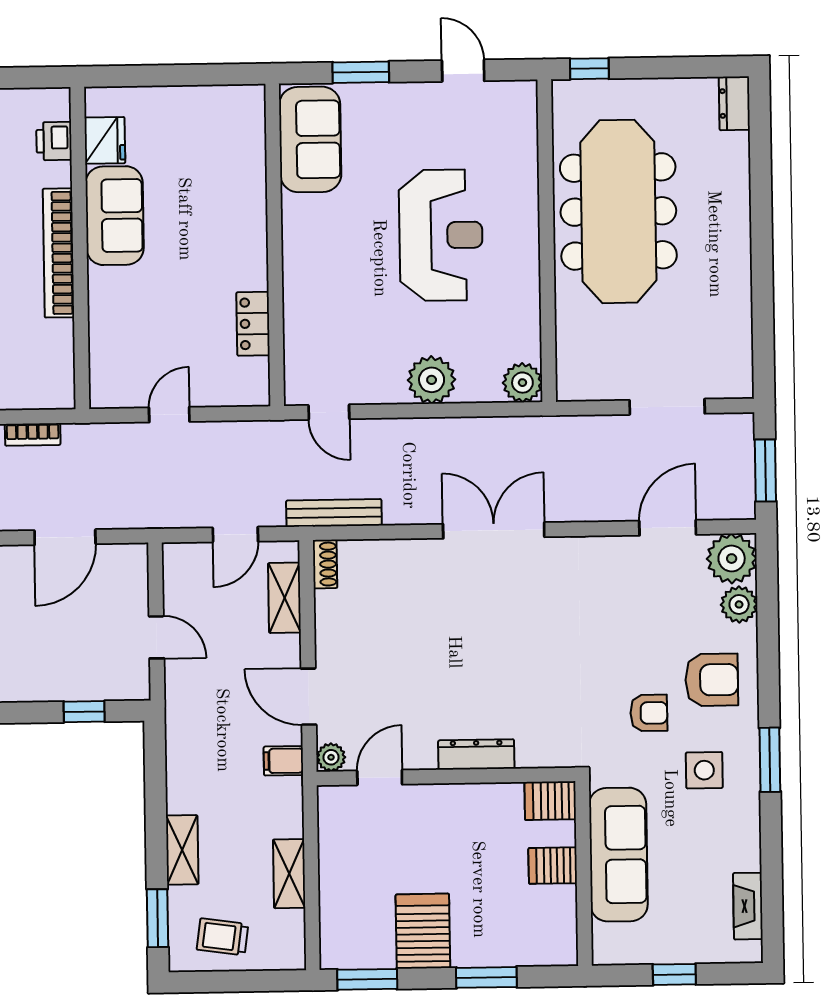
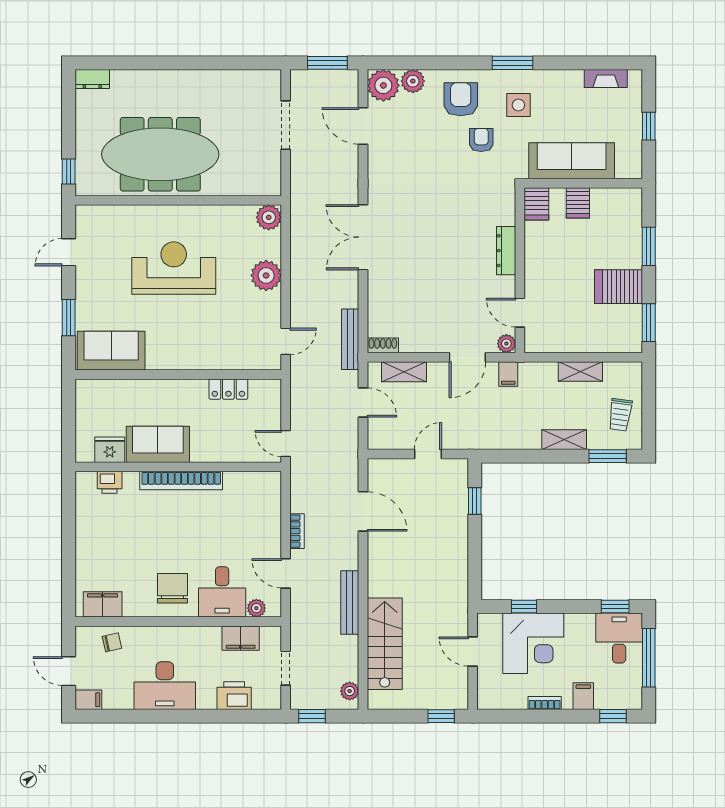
fridge: (105, 140) -> (110, 450), moved
printer: (54, 141) -> (110, 482), moved
sofa: (115, 216) -> (158, 444), moved
wall: (80, 248) -> (178, 467), moved
bookcase: (58, 253) -> (181, 481), moved

